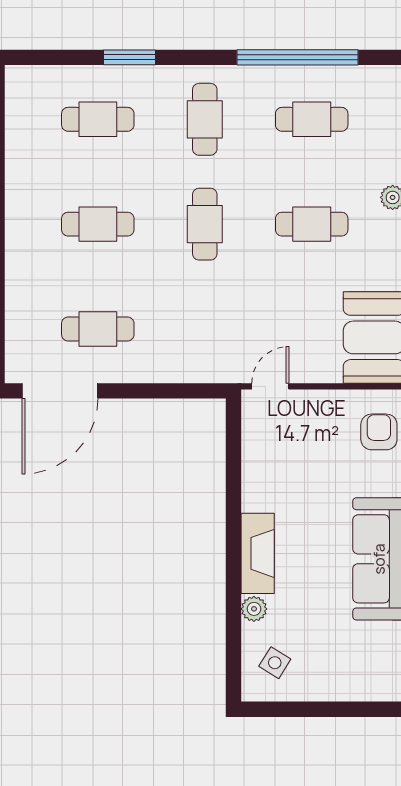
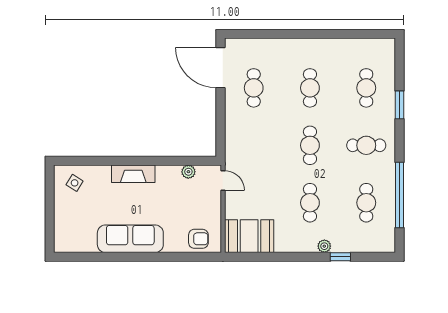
cafe table: (205, 224) -> (310, 145), turned 90
plant: (254, 609) -> (188, 172), moved

